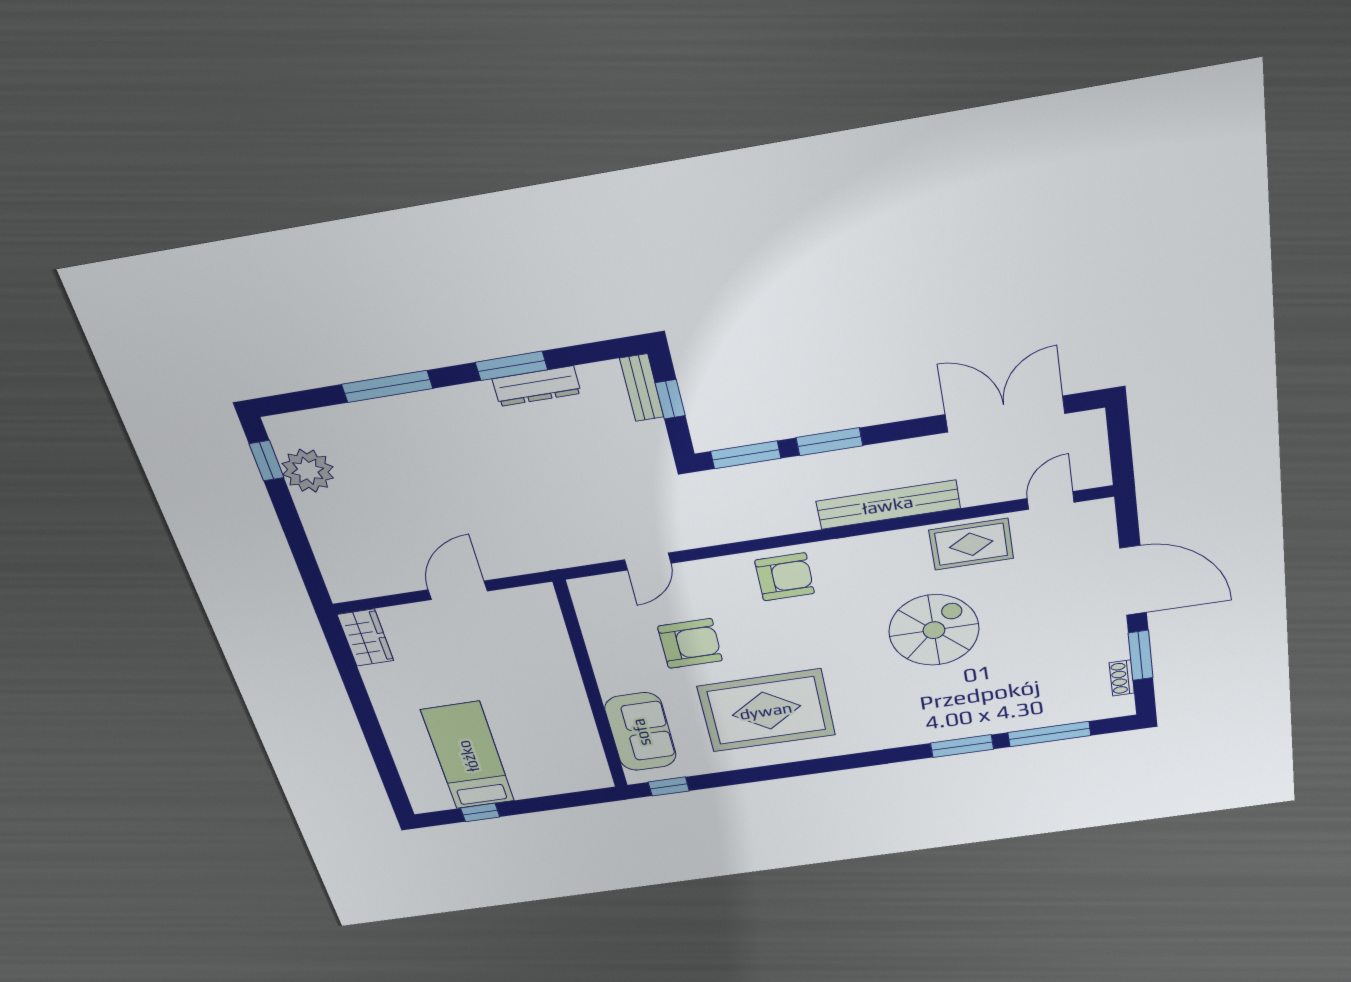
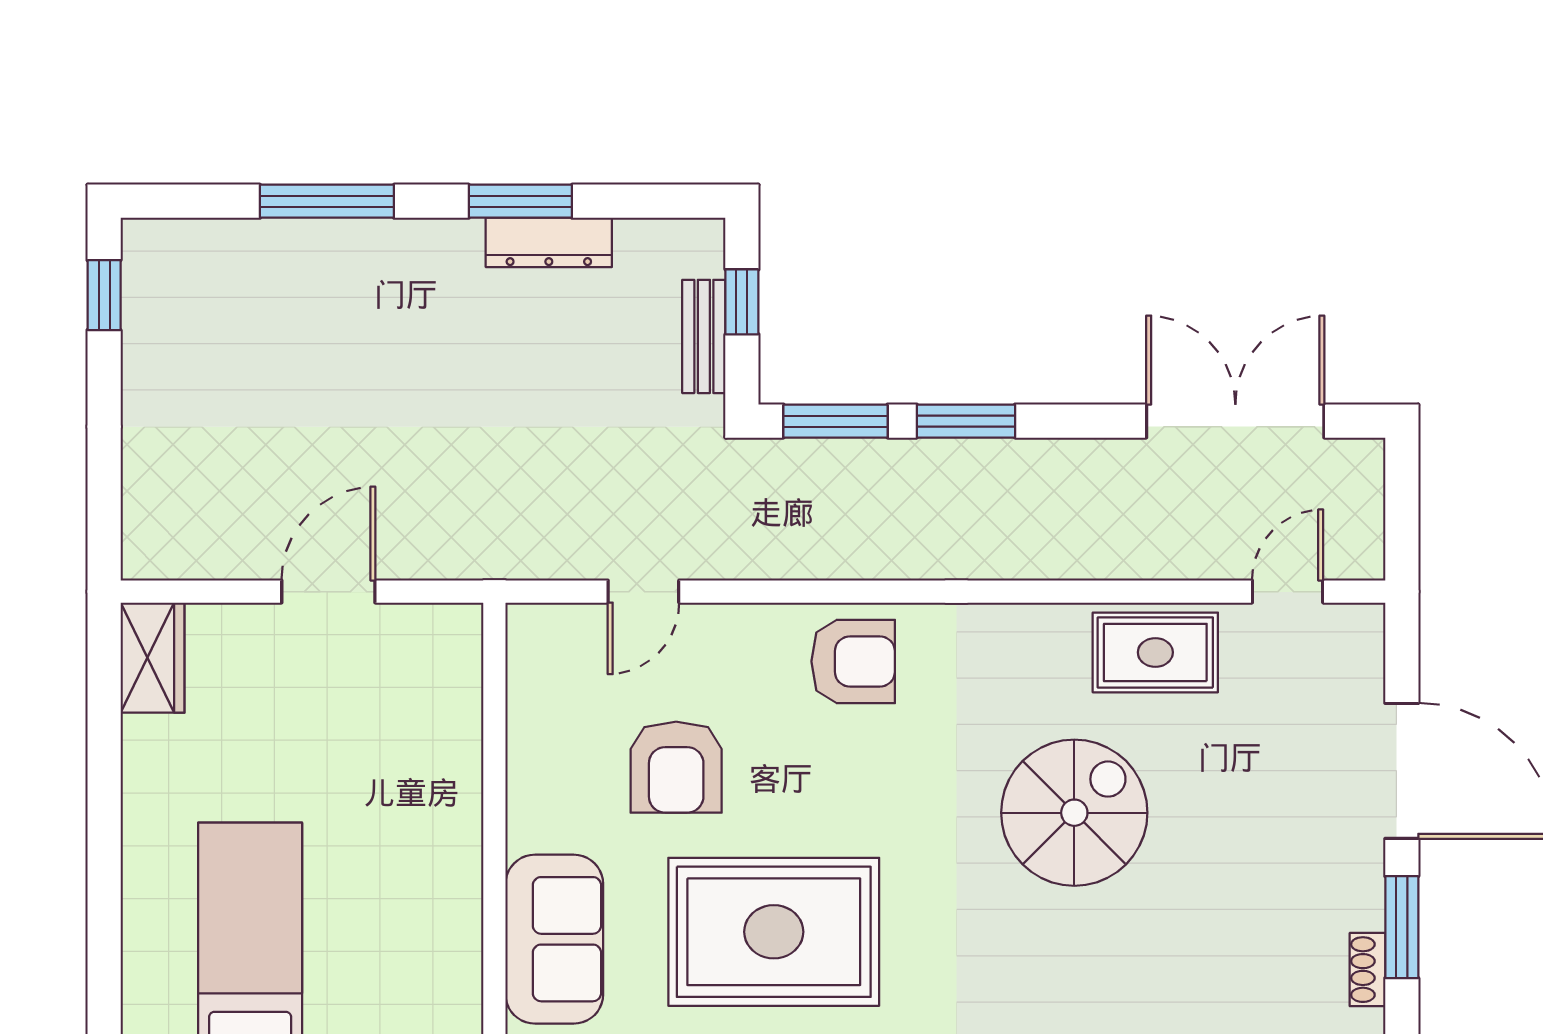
bench: (642, 388) -> (704, 336), moved
plant: (308, 471) -> (161, 325), removed
bench: (888, 505) -> (1037, 553), removed
armchair: (690, 643) -> (676, 767), turned 90

